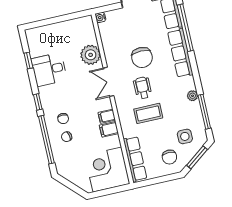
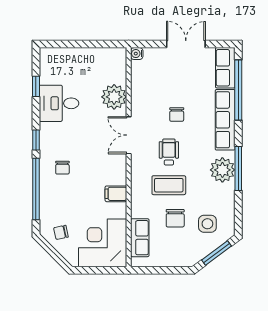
chair: (142, 57) -> (177, 114), width x0.54, depth x0.54
plant: (193, 96) -> (222, 170), width x1.88, depth x1.88
window: (204, 112) -> (238, 169), moved
filing cabinet: (107, 116) -> (117, 177), removed
chair: (67, 137) -> (61, 232), moved
chair: (169, 157) -> (175, 218), moved
row of seats: (135, 159) -> (140, 238), width x0.68

